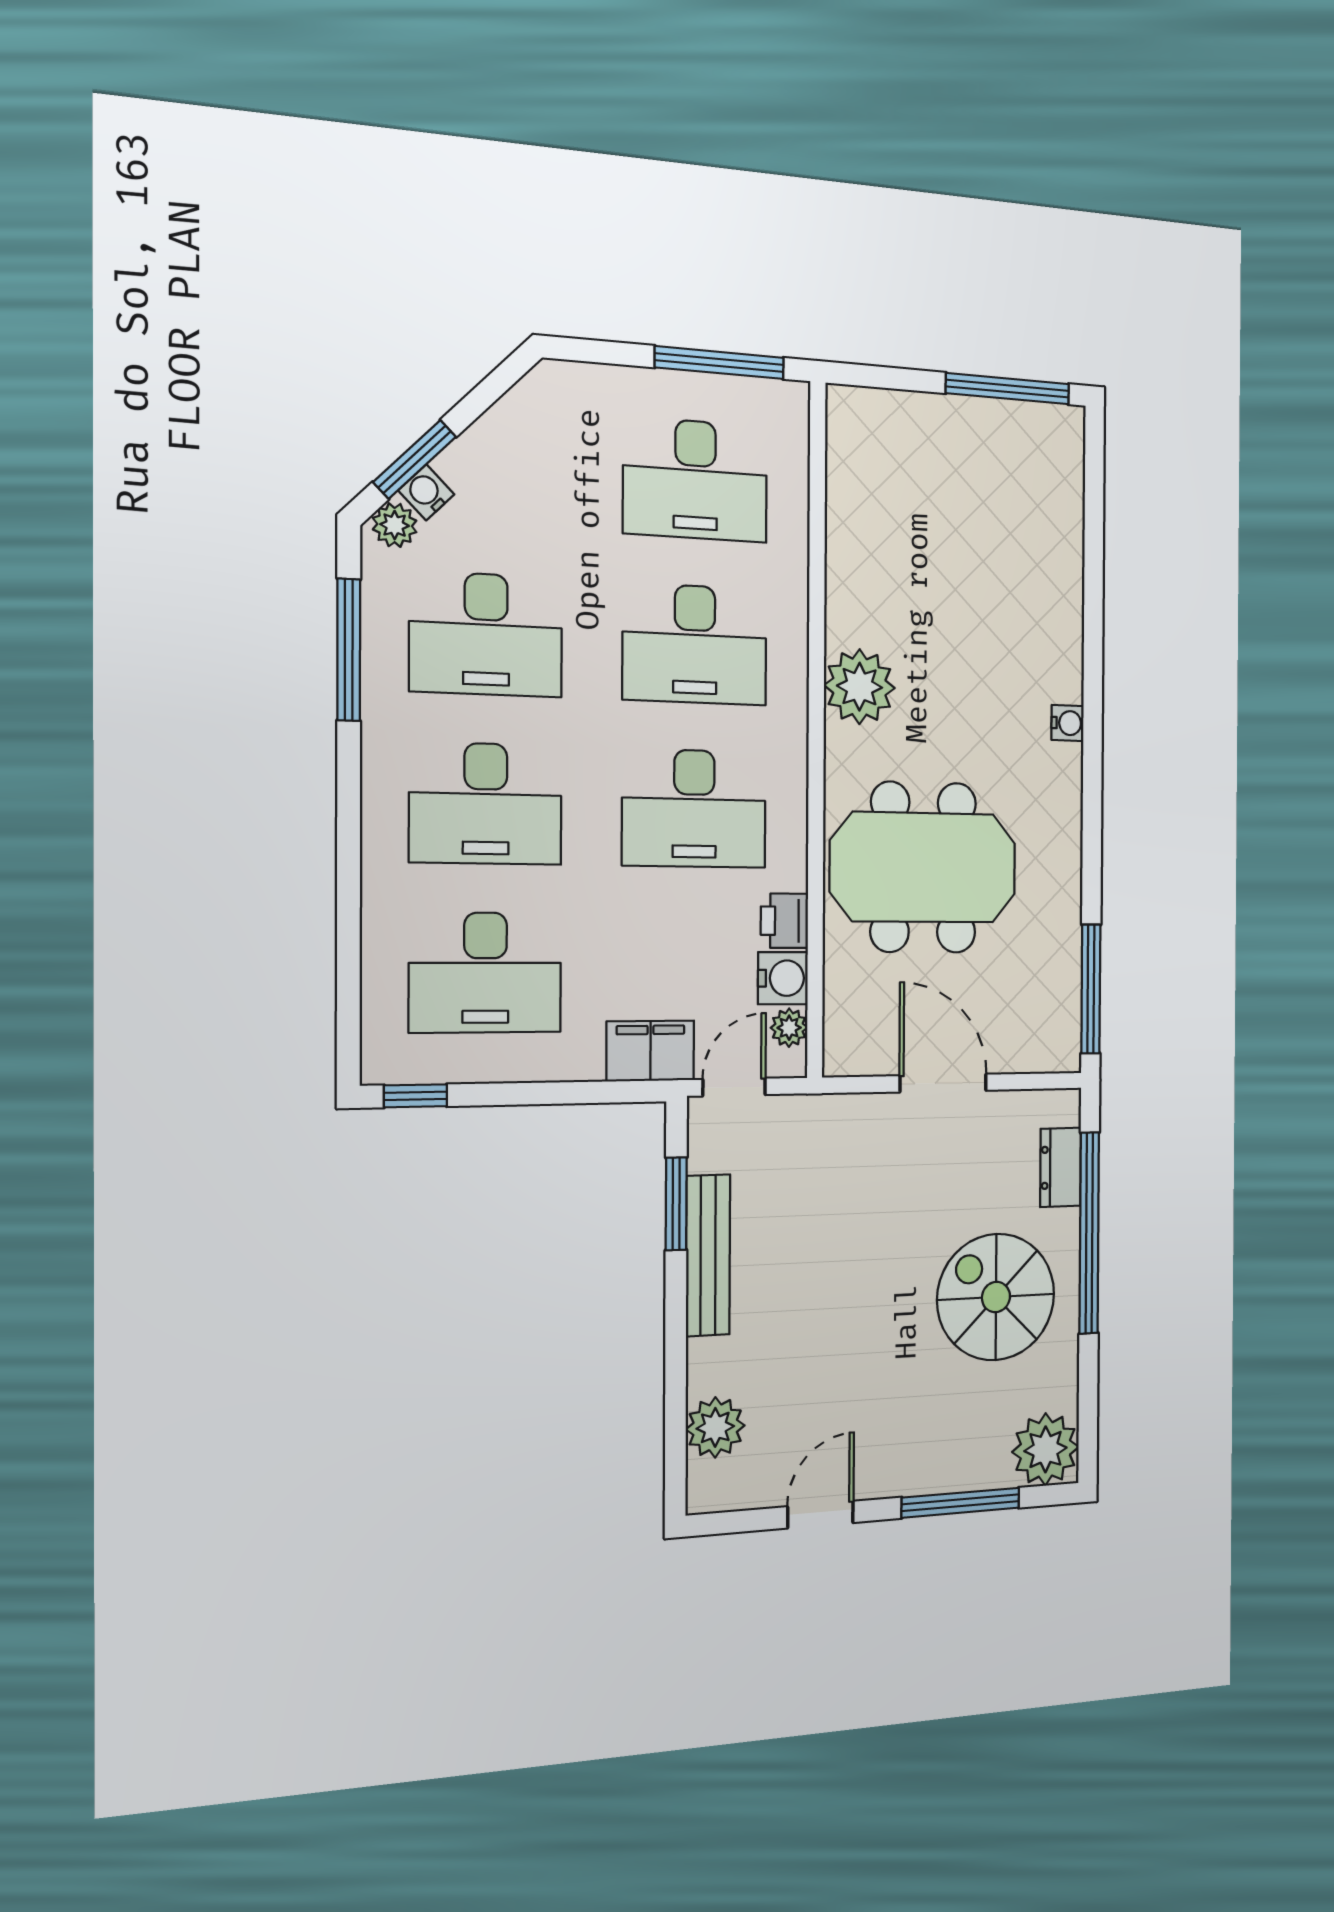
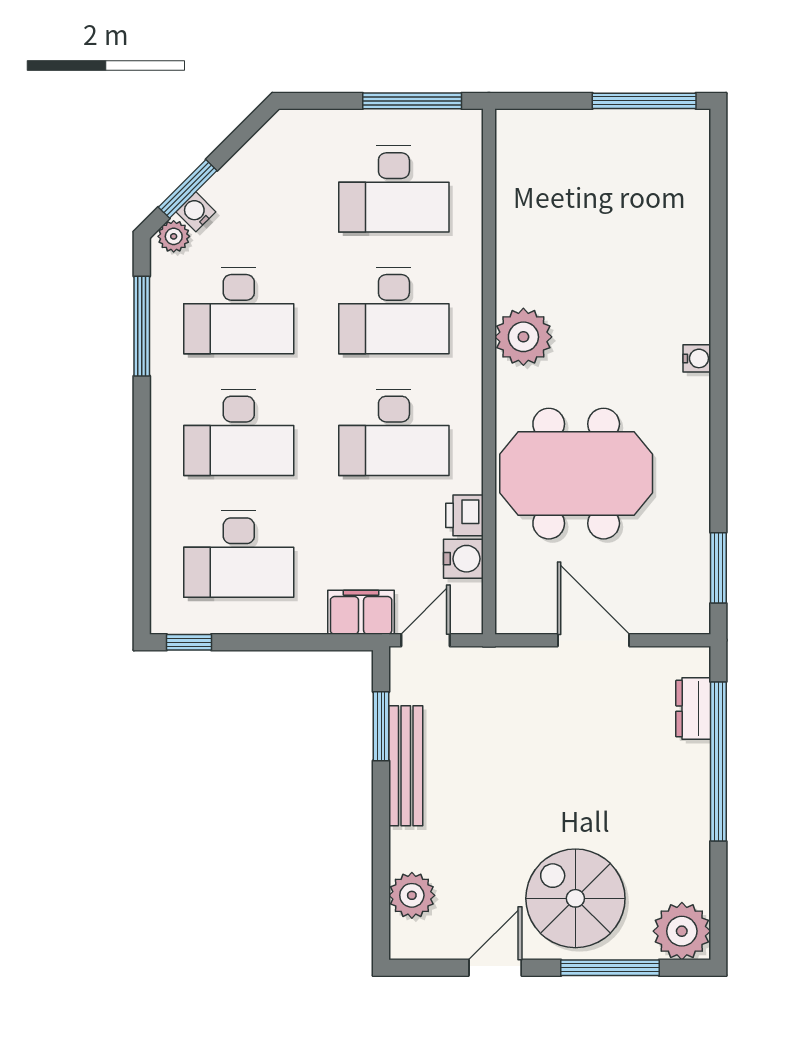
window: (1091, 989) -> (718, 568), width x0.69
plant: (789, 1028) -> (468, 596), removed
spiral stairs: (996, 1297) -> (575, 898), moved

